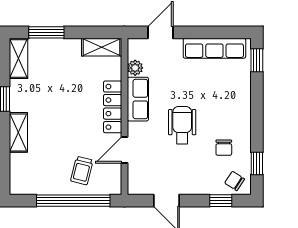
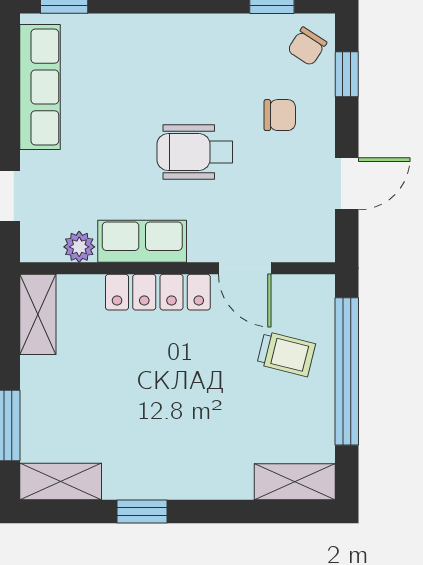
shelving: (18, 132) -> (295, 482), moved
chair: (224, 148) -> (280, 115), moved

